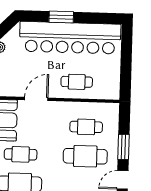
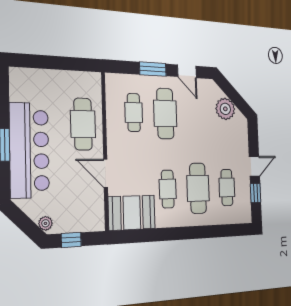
bar counter: (70, 38) -> (29, 150), width x0.73
cafe table: (77, 82) -> (83, 124), width x1.37, depth x1.35

